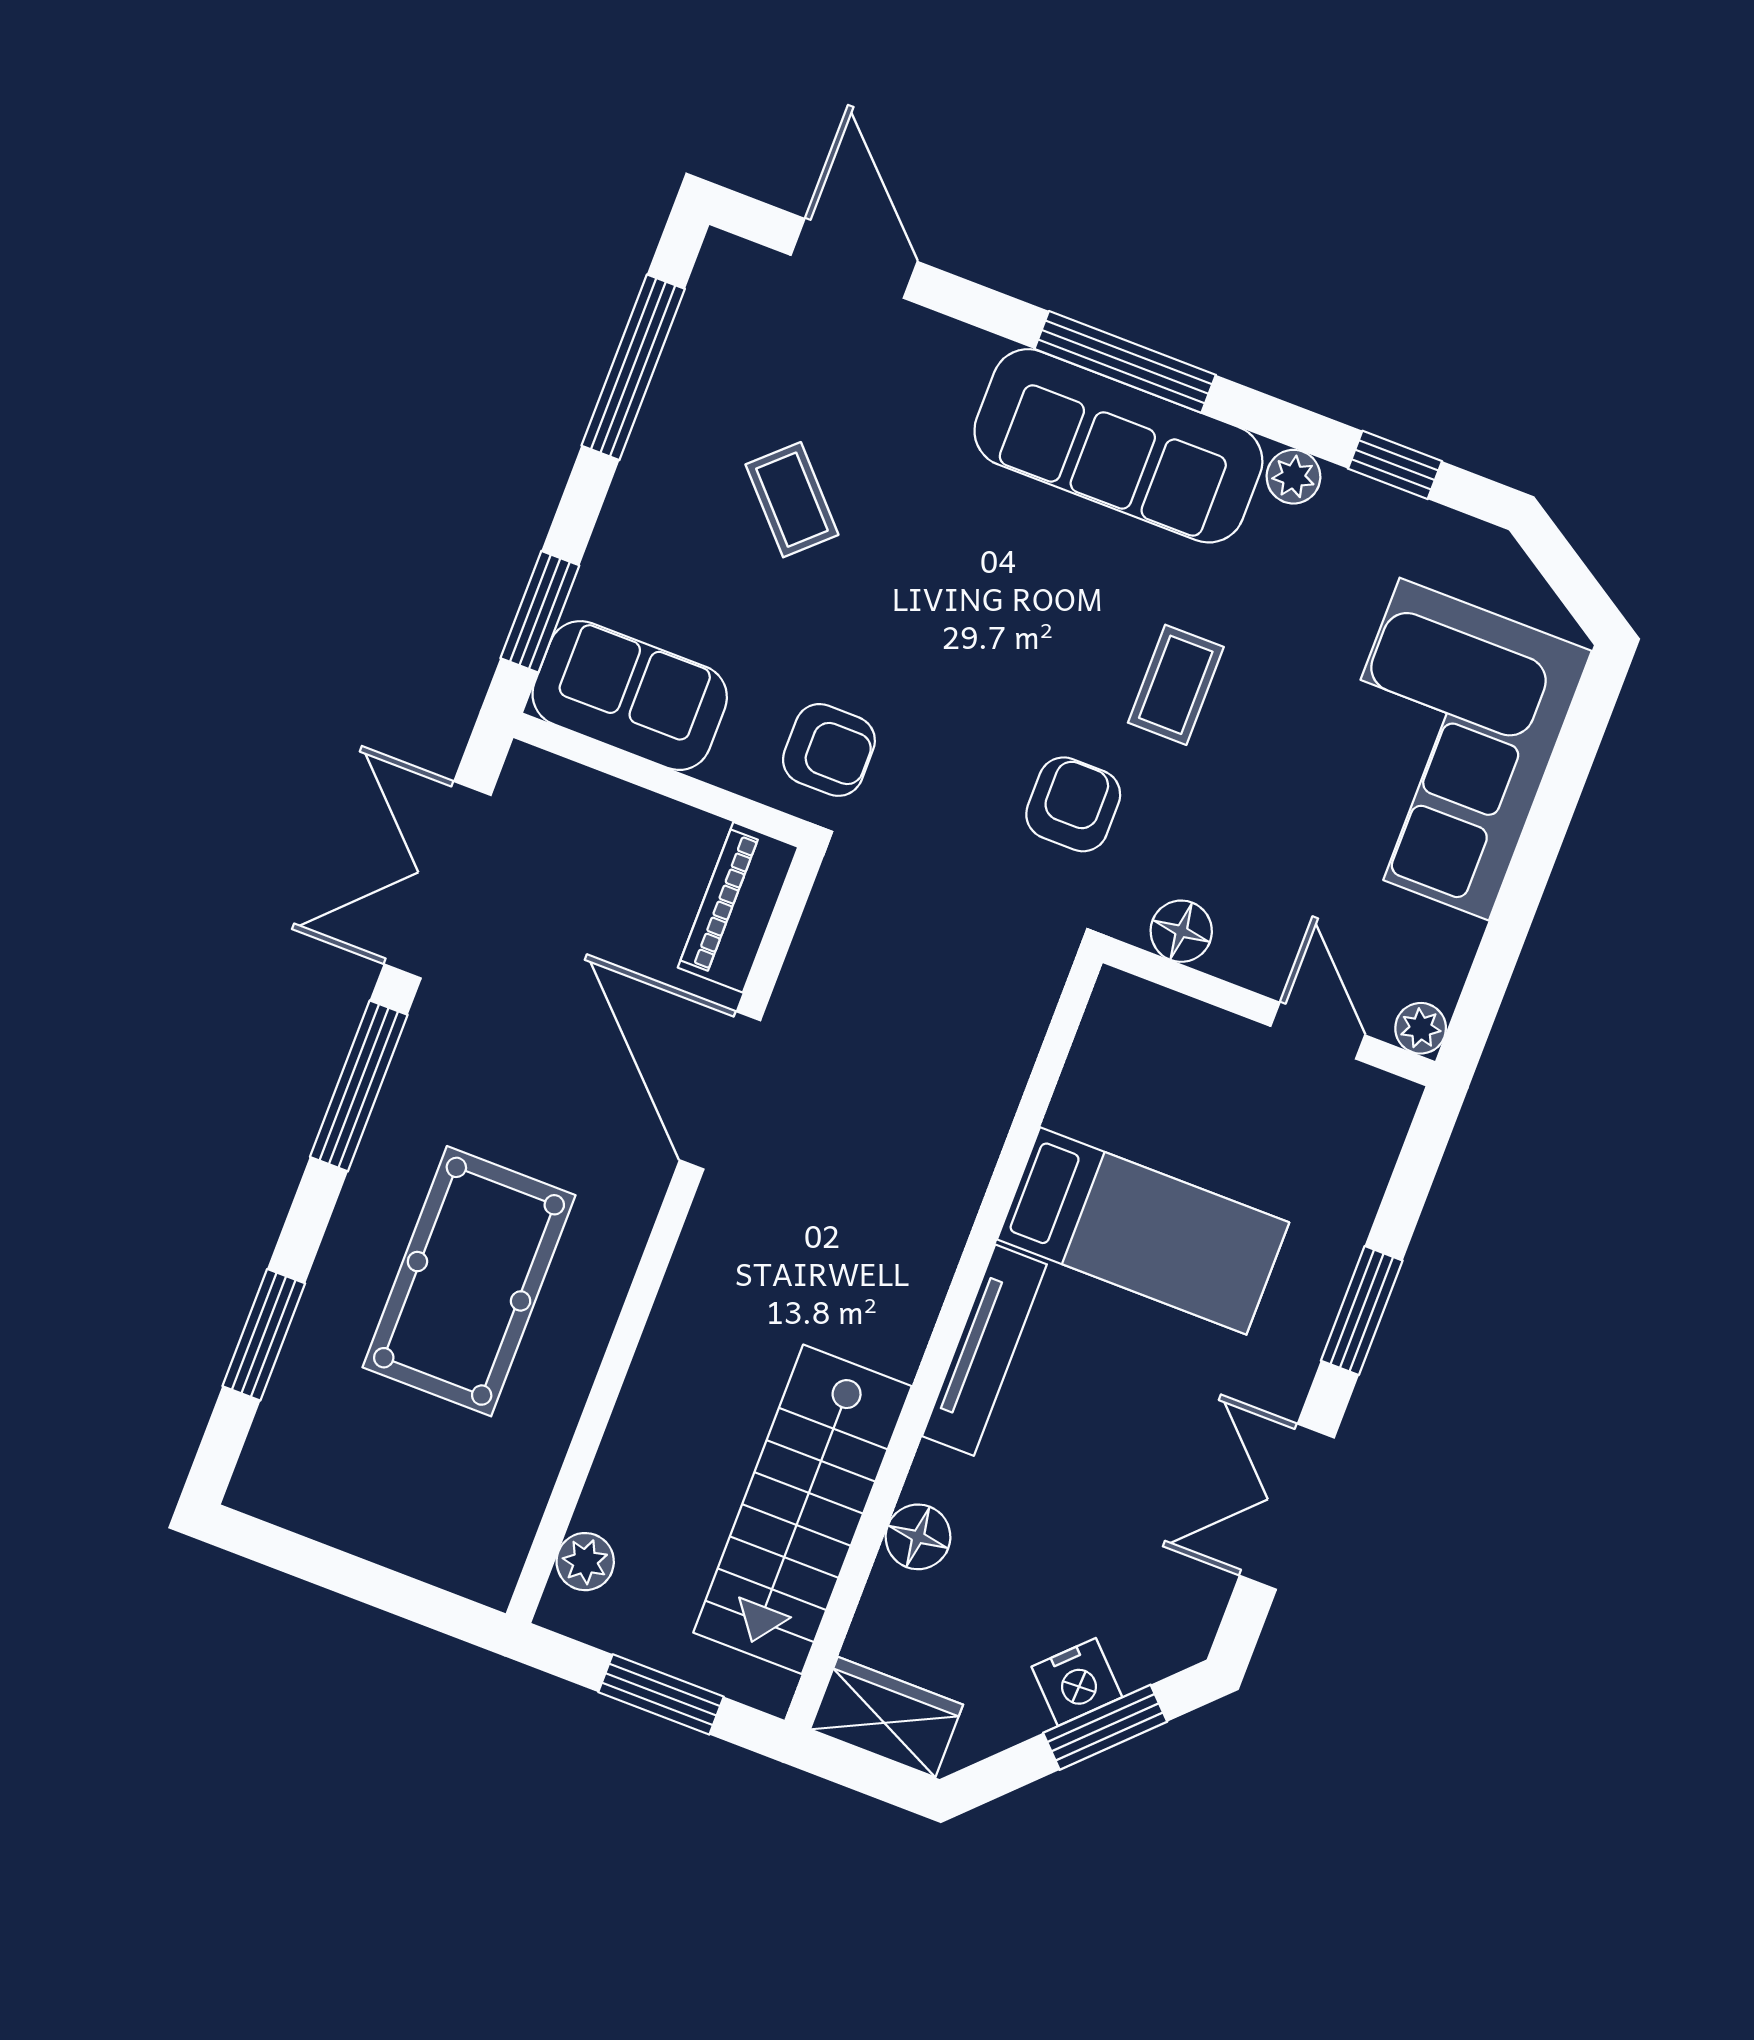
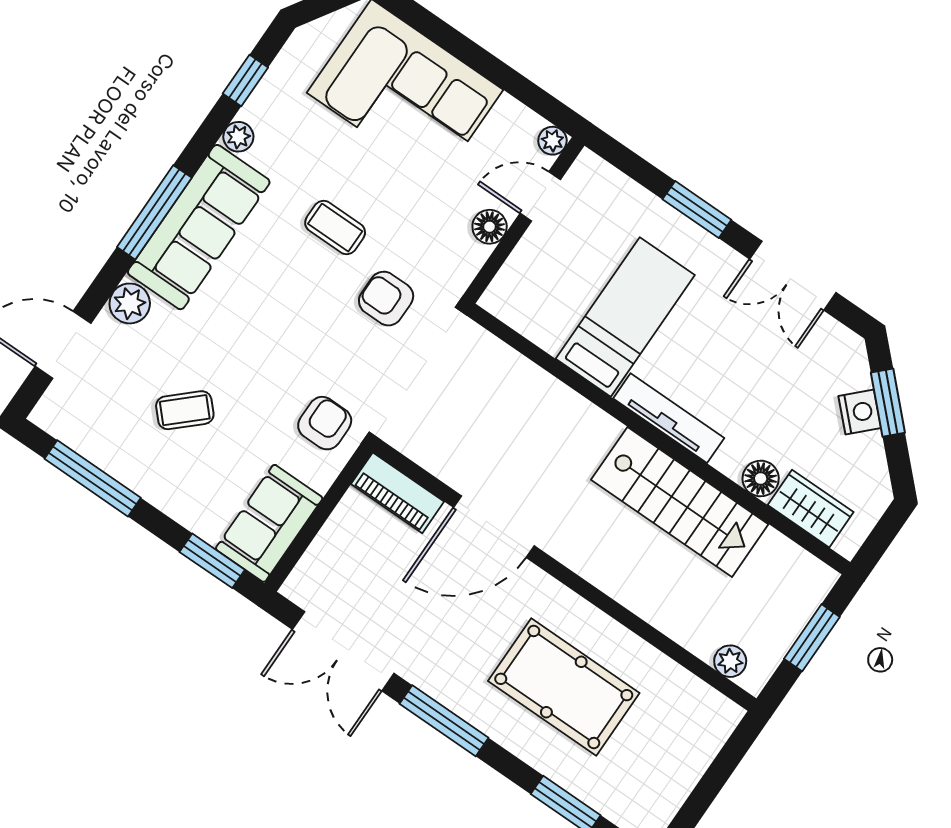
plant: (955, 358) -> (130, 303), added
floor lamp: (1181, 931) -> (490, 227), moved
stairs: (803, 1509) -> (680, 502), moved
wardrobe: (886, 1717) -> (811, 509), moved, turned 90

